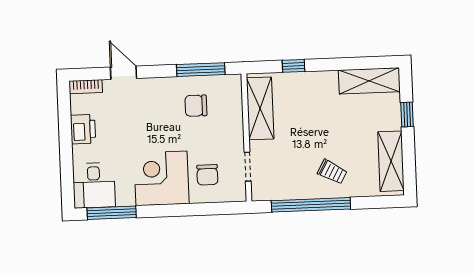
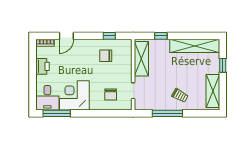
window: (201, 70) -> (109, 36), width x0.46
door: (124, 73) -> (66, 36), swing flipped
shelving: (369, 81) -> (195, 46), width x1.47
corner desk: (162, 178) -> (74, 95), moved
window: (311, 205) -> (167, 113), width x0.68

